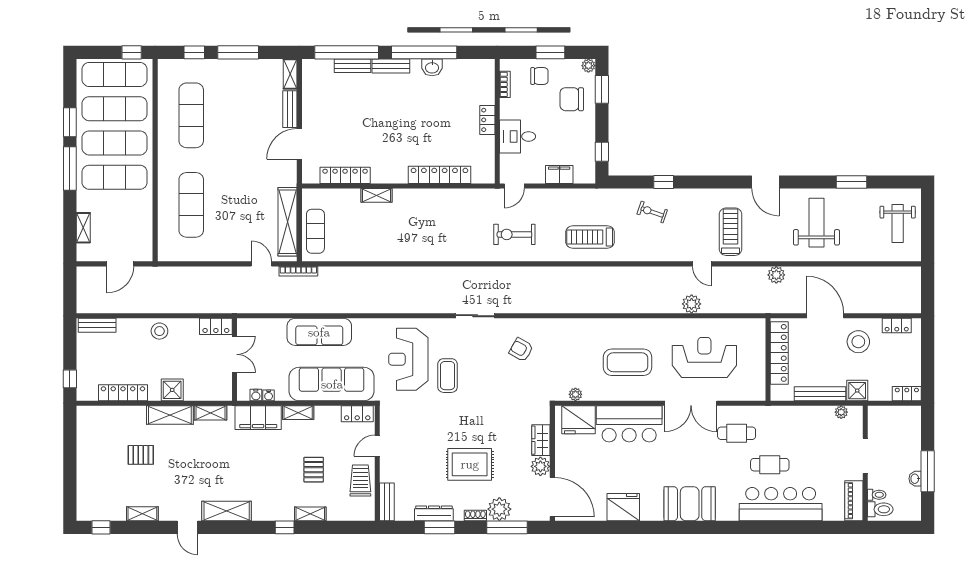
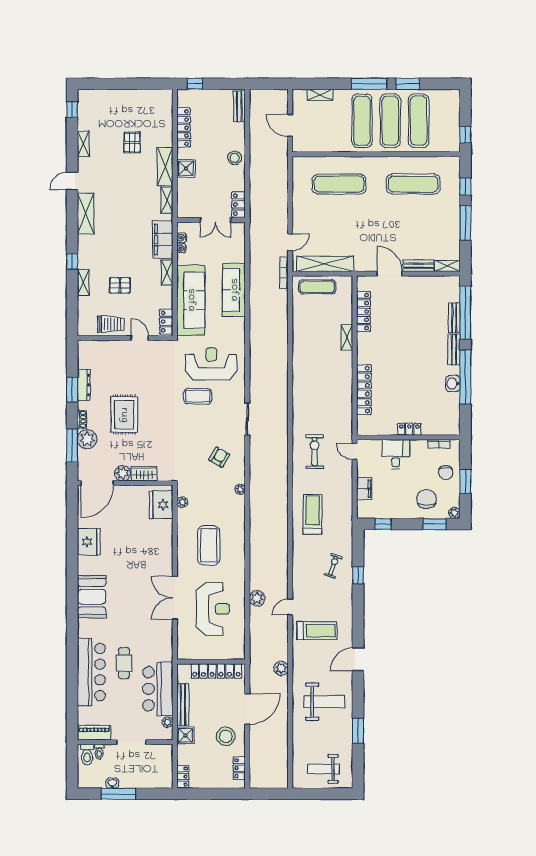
exercise mat: (115, 74) -> (447, 121), removed
plant: (560, 324) -> (240, 489), added
bar counter: (629, 424) -> (158, 689), moved
cafe table: (737, 433) -> (150, 636), removed
bench: (387, 502) -> (93, 346), removed

